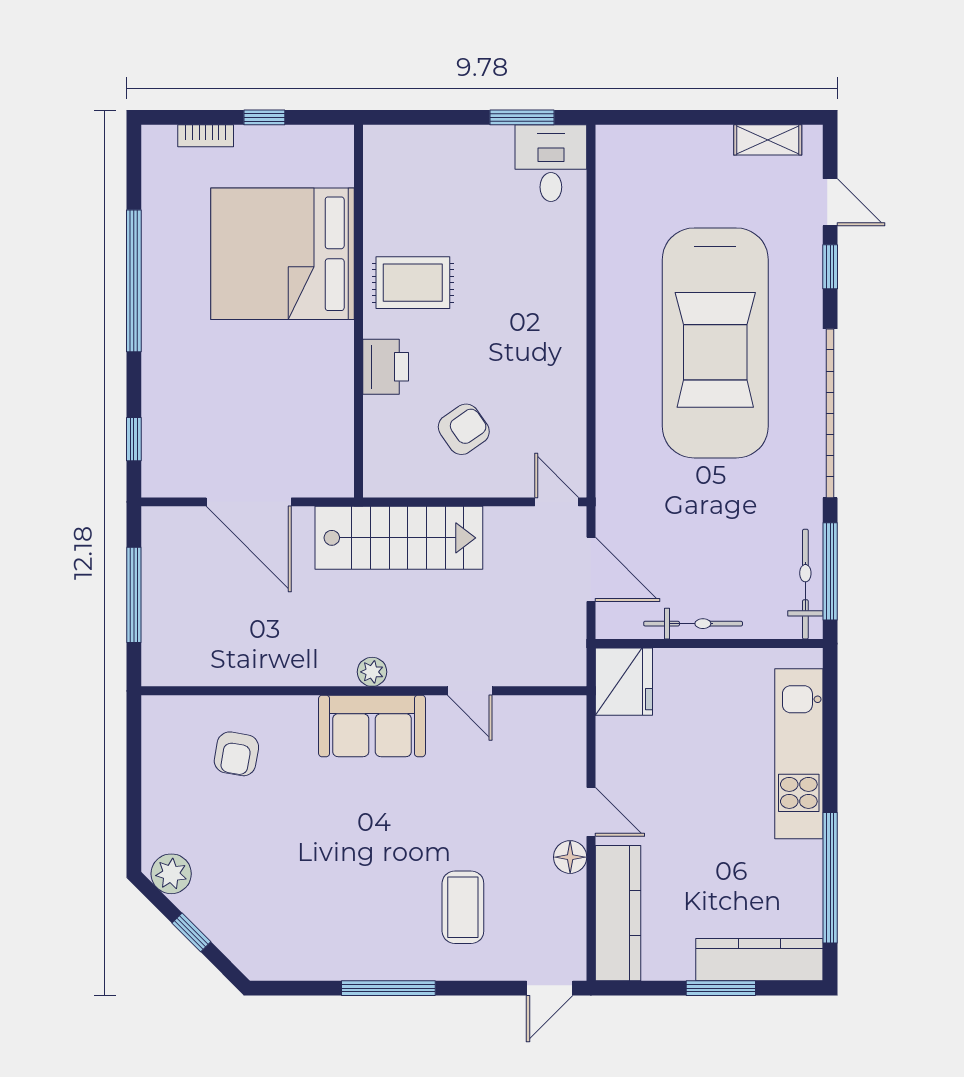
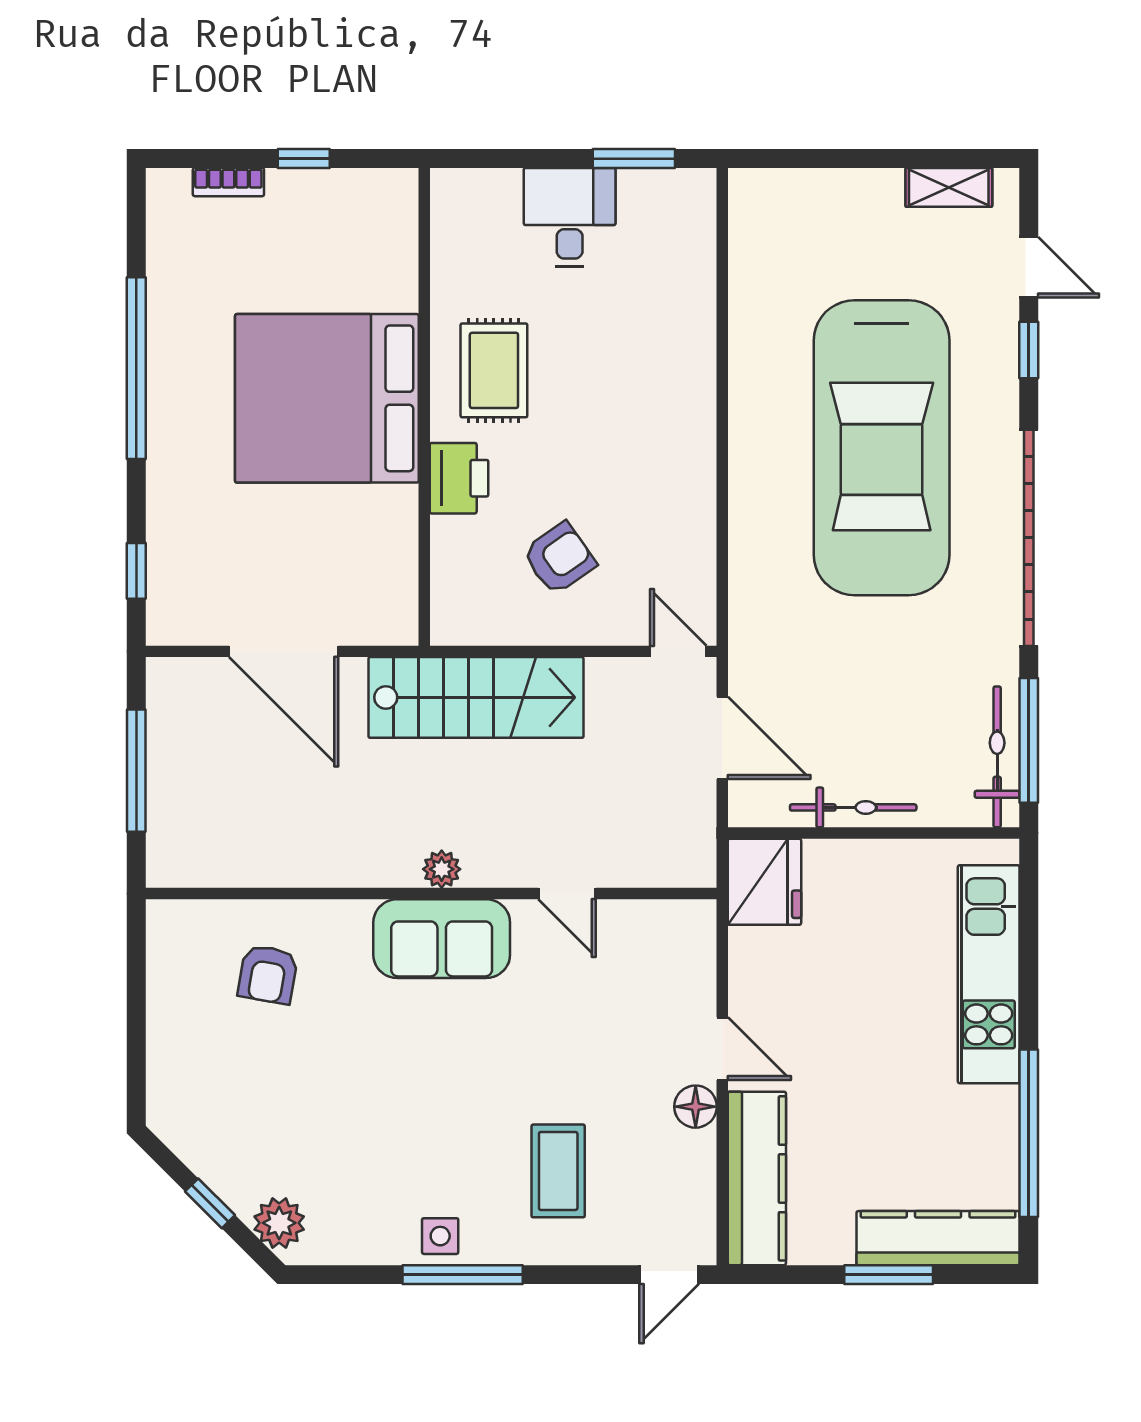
desk: (551, 163) -> (570, 217), moved
bed: (282, 254) -> (327, 398), moved
rug: (413, 283) -> (494, 370), turned 90
plant: (171, 874) -> (279, 1223), moved
side table: (371, 958) -> (440, 1236), added

